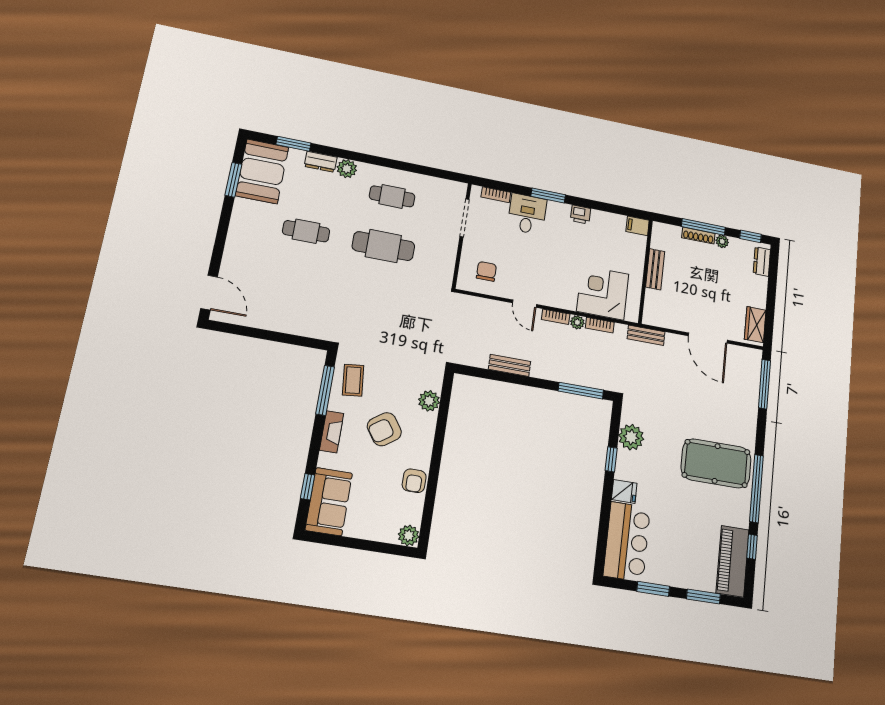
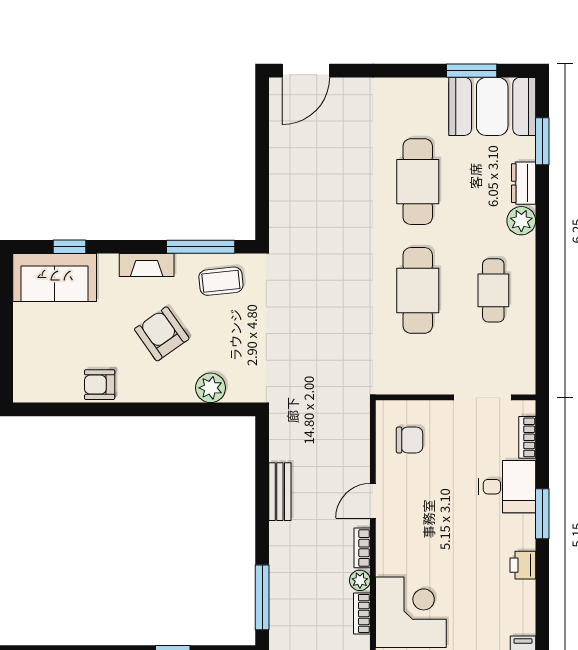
cafe table: (306, 231) -> (418, 182), width x1.37, depth x1.35
plant: (409, 536) -> (27, 389), removed

